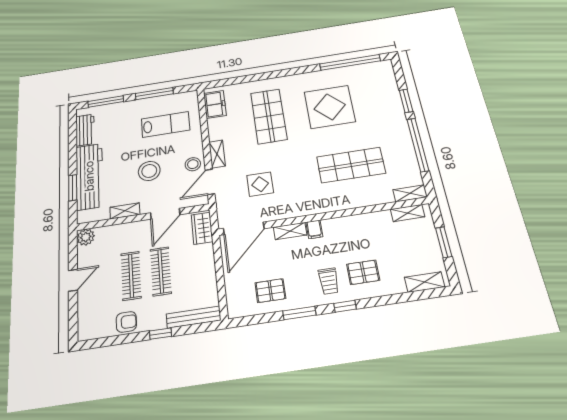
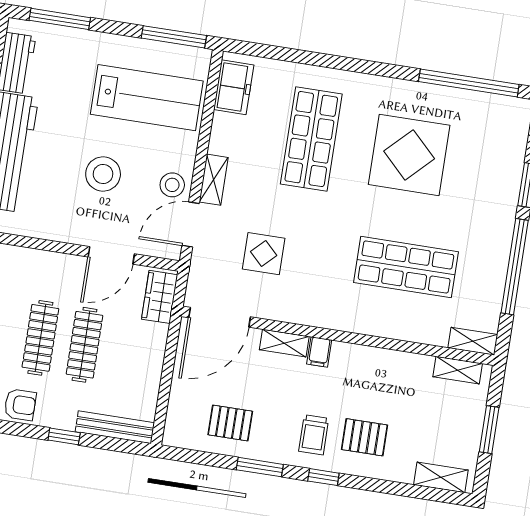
window: (154, 94) -> (174, 37), moved
lab bench: (165, 124) -> (147, 98), width x1.36, depth x1.39
shelving: (125, 211) -> (52, 231), removed

